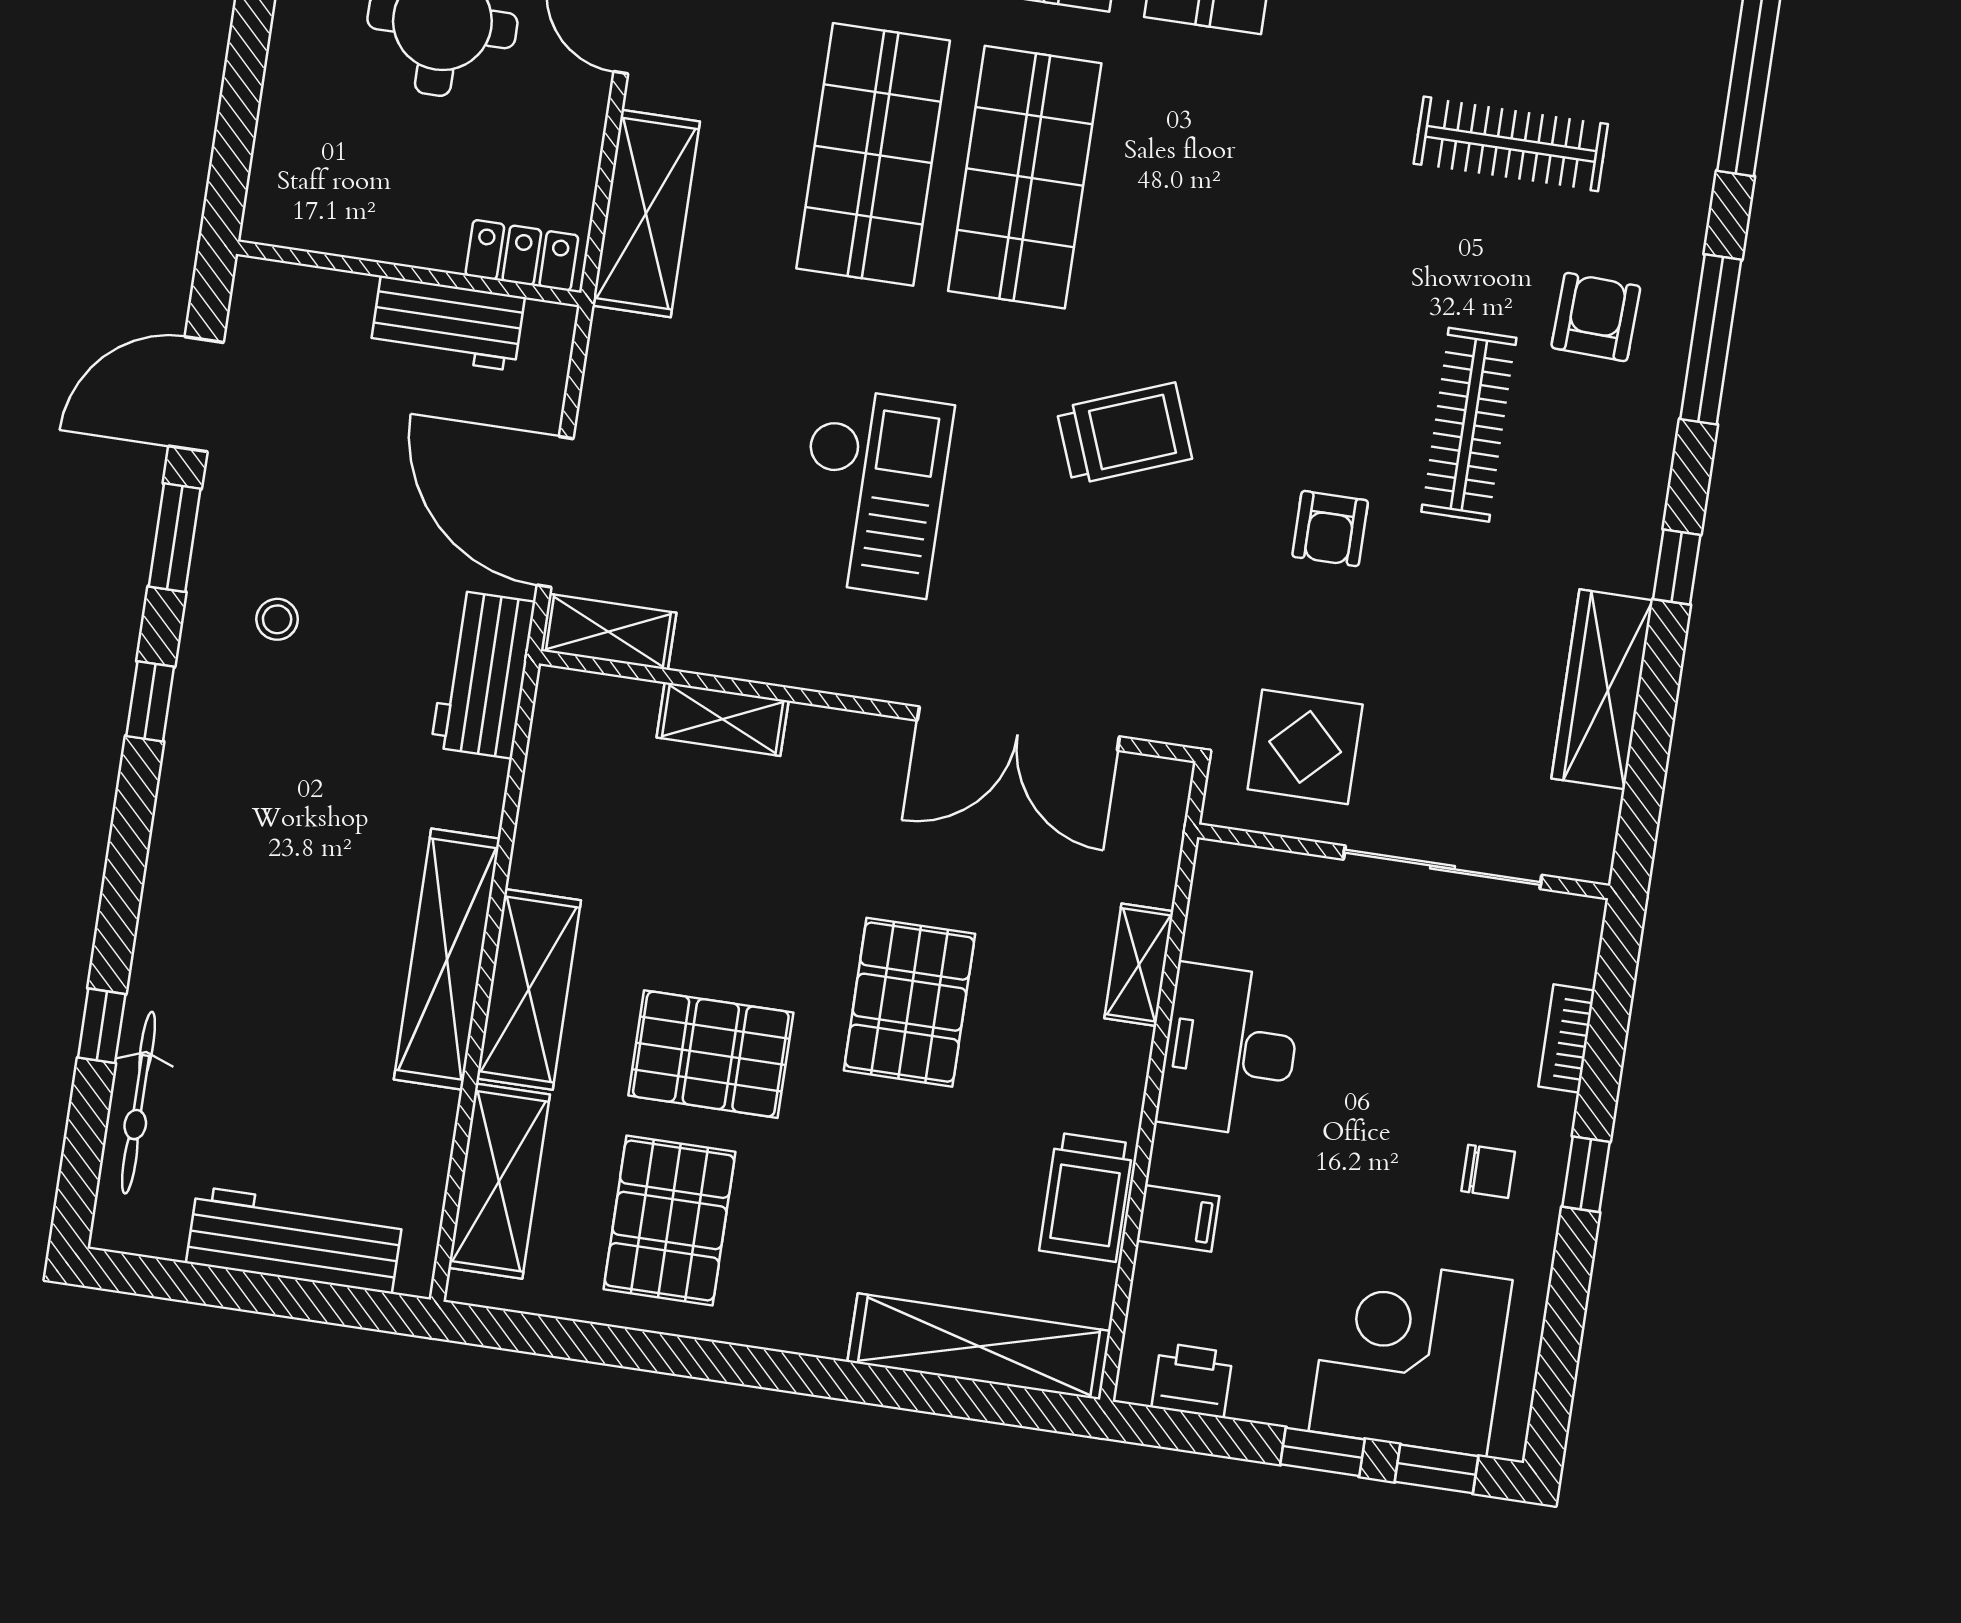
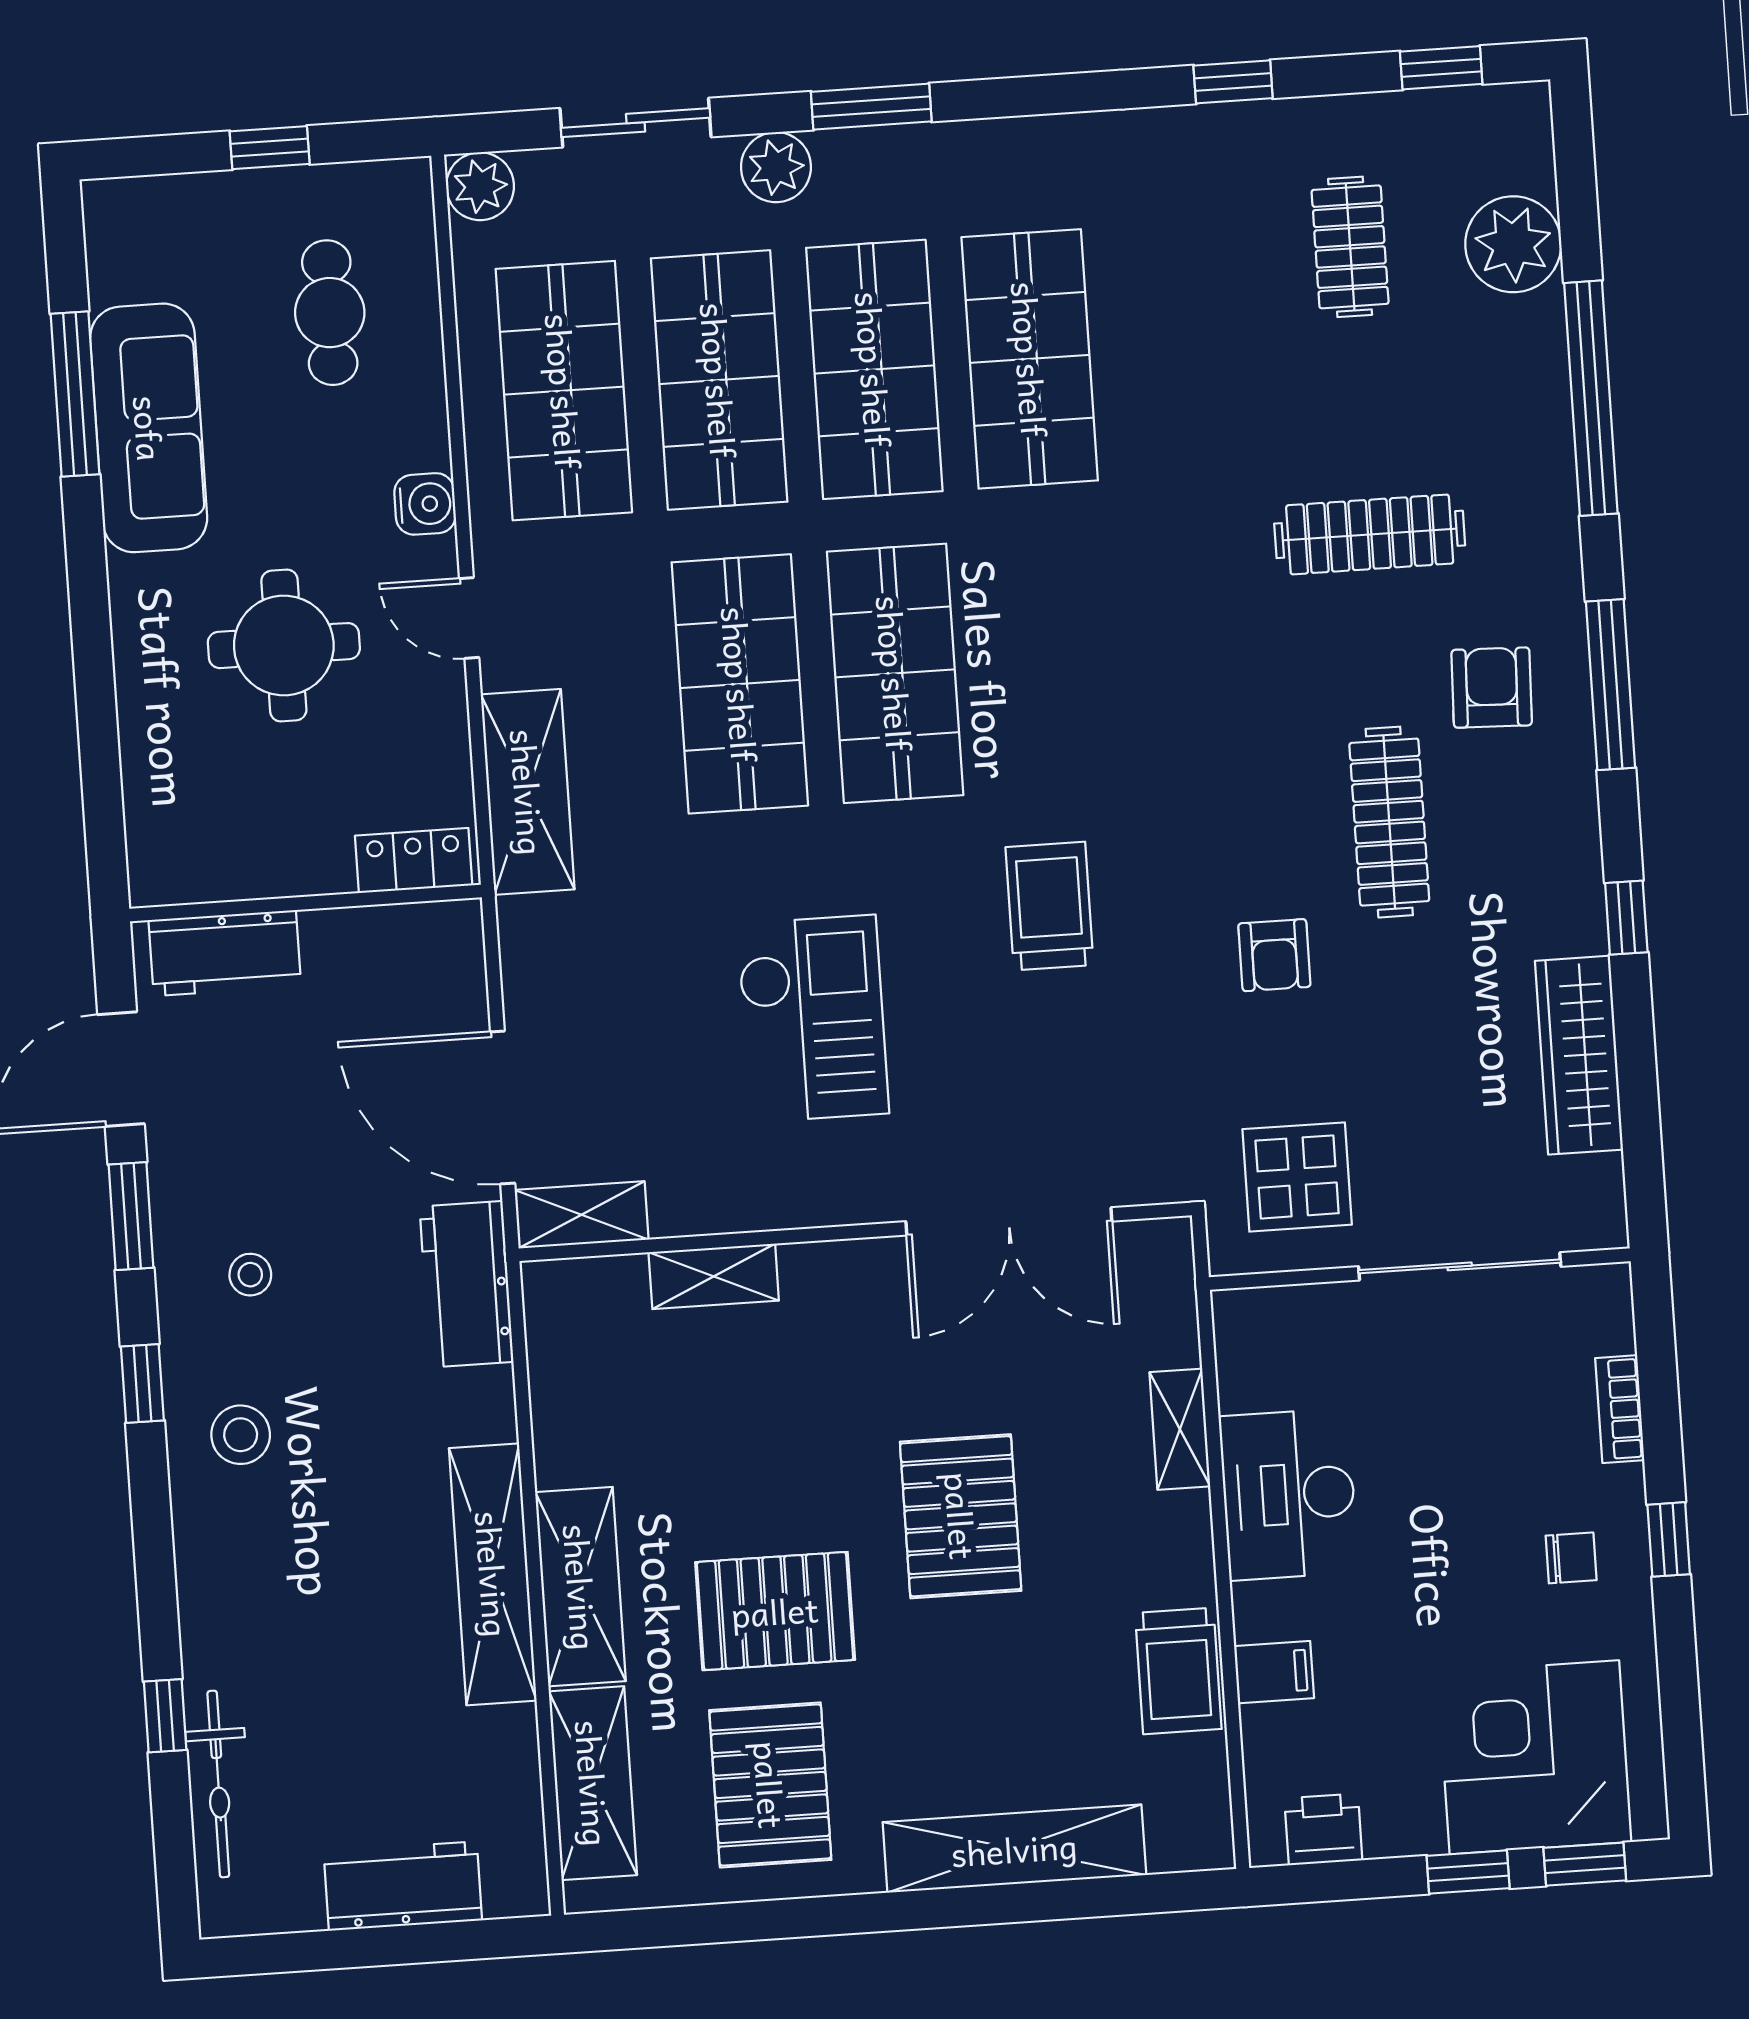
workbench: (447, 323) -> (225, 953), moved
trolley: (1124, 434) -> (1050, 906), turned -69
stool: (234, 771) -> (241, 1435), added
workbench: (295, 1240) -> (403, 1886), width x0.73
shelving: (979, 1347) -> (1014, 1849), moved

